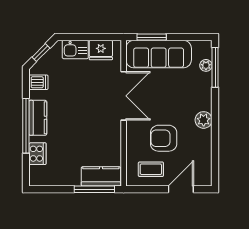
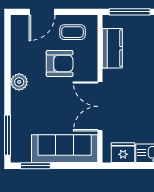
window: (152, 37) -> (35, 166), moved
plant: (206, 65) -> (17, 137), removed
kitchen counter: (101, 176) -> (112, 48), moved, turned -90

